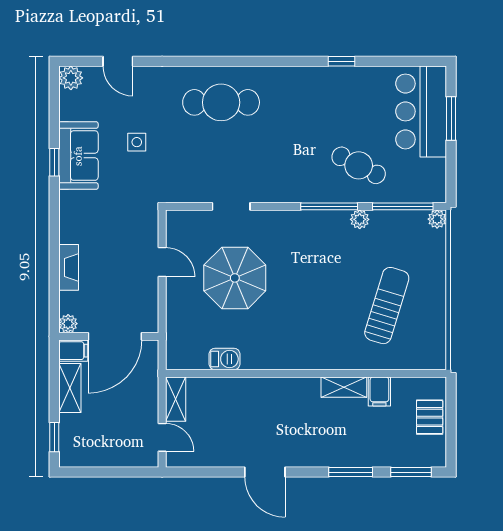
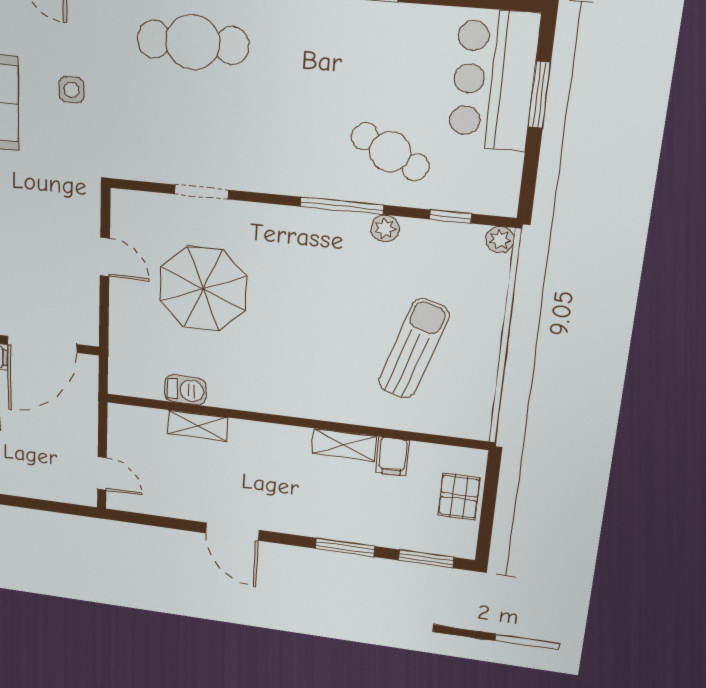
window: (403, 206) -> (450, 217), width x0.46
shelving: (176, 399) -> (198, 426), moved, turned 90

